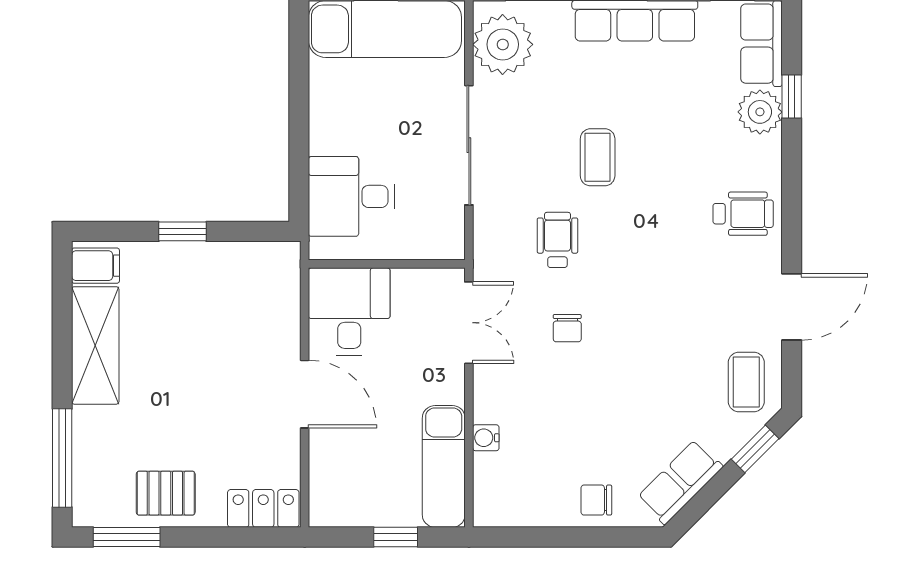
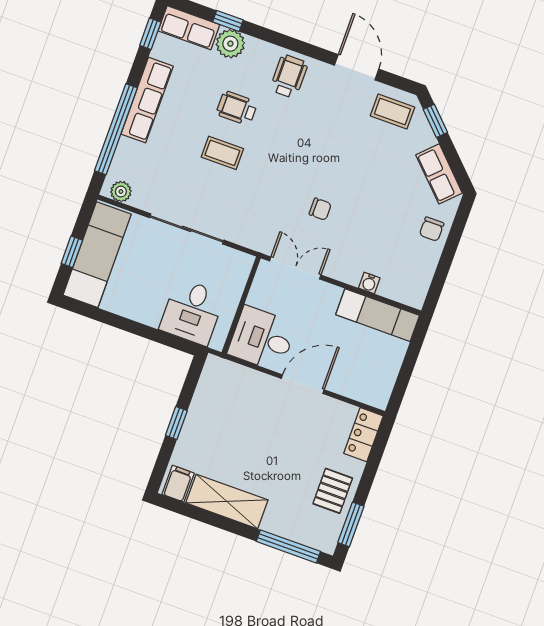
plant: (503, 44) -> (121, 192), width x0.53, depth x0.53
wheelchair: (557, 240) -> (237, 108), moved
window: (396, 537) -> (410, 360), removed

